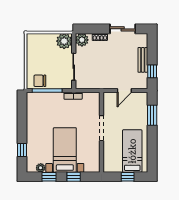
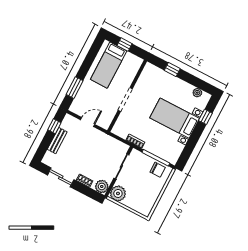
bed with nightstands: (65, 150) -> (175, 118), moved, turned 90
window: (49, 177) -> (194, 81), removed

